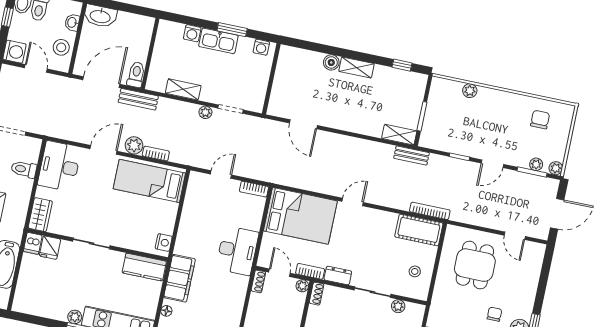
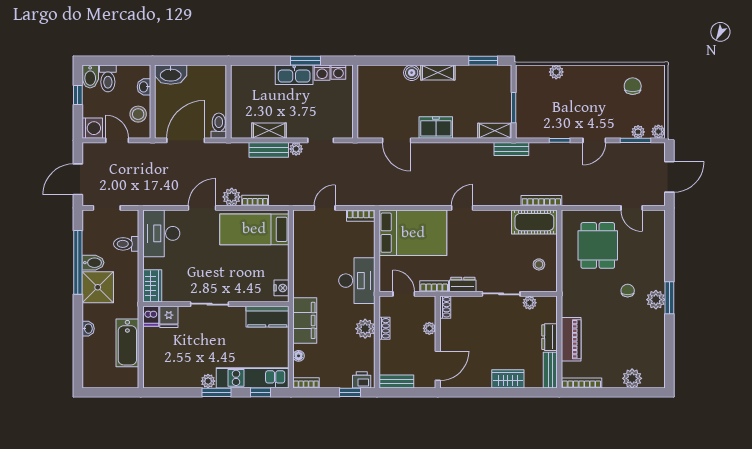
washing machine: (192, 33) -> (322, 73), moved
window: (402, 65) -> (483, 61), width x1.50
bench: (138, 99) -> (269, 150), moved
freezer: (343, 120) -> (436, 128), added
shoe rack: (258, 281) -> (384, 328), moved
plant: (302, 286) -> (429, 328), moved
plant: (236, 298) -> (365, 329), added

